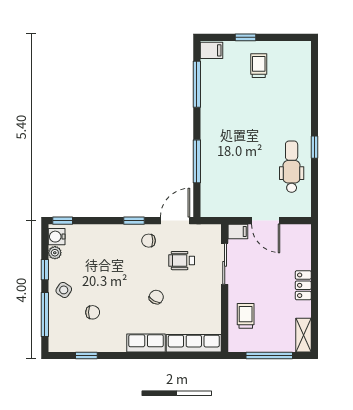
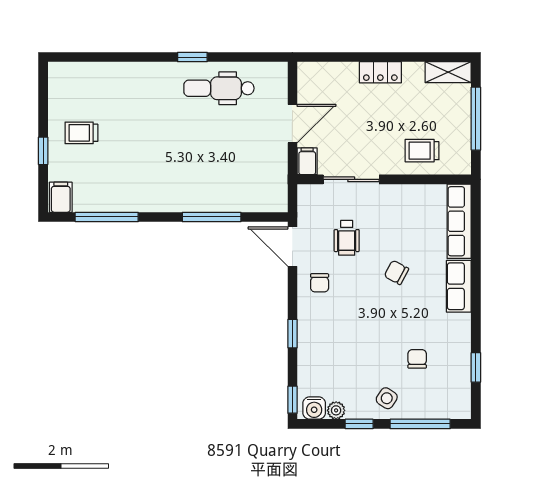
window: (134, 221) -> (292, 334), moved

